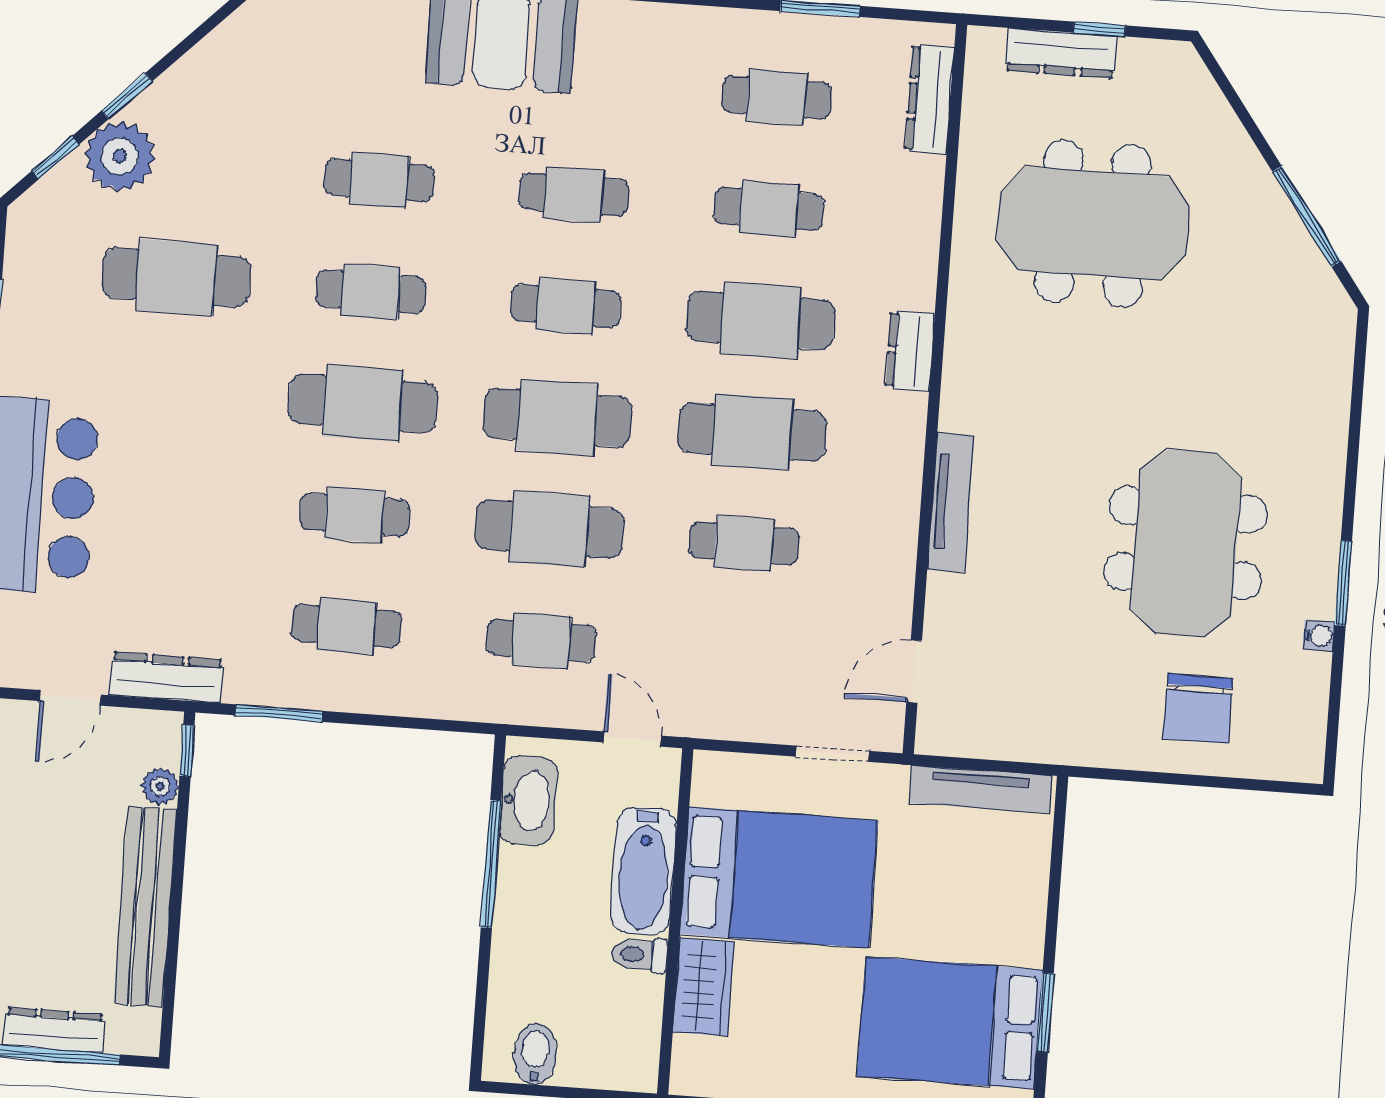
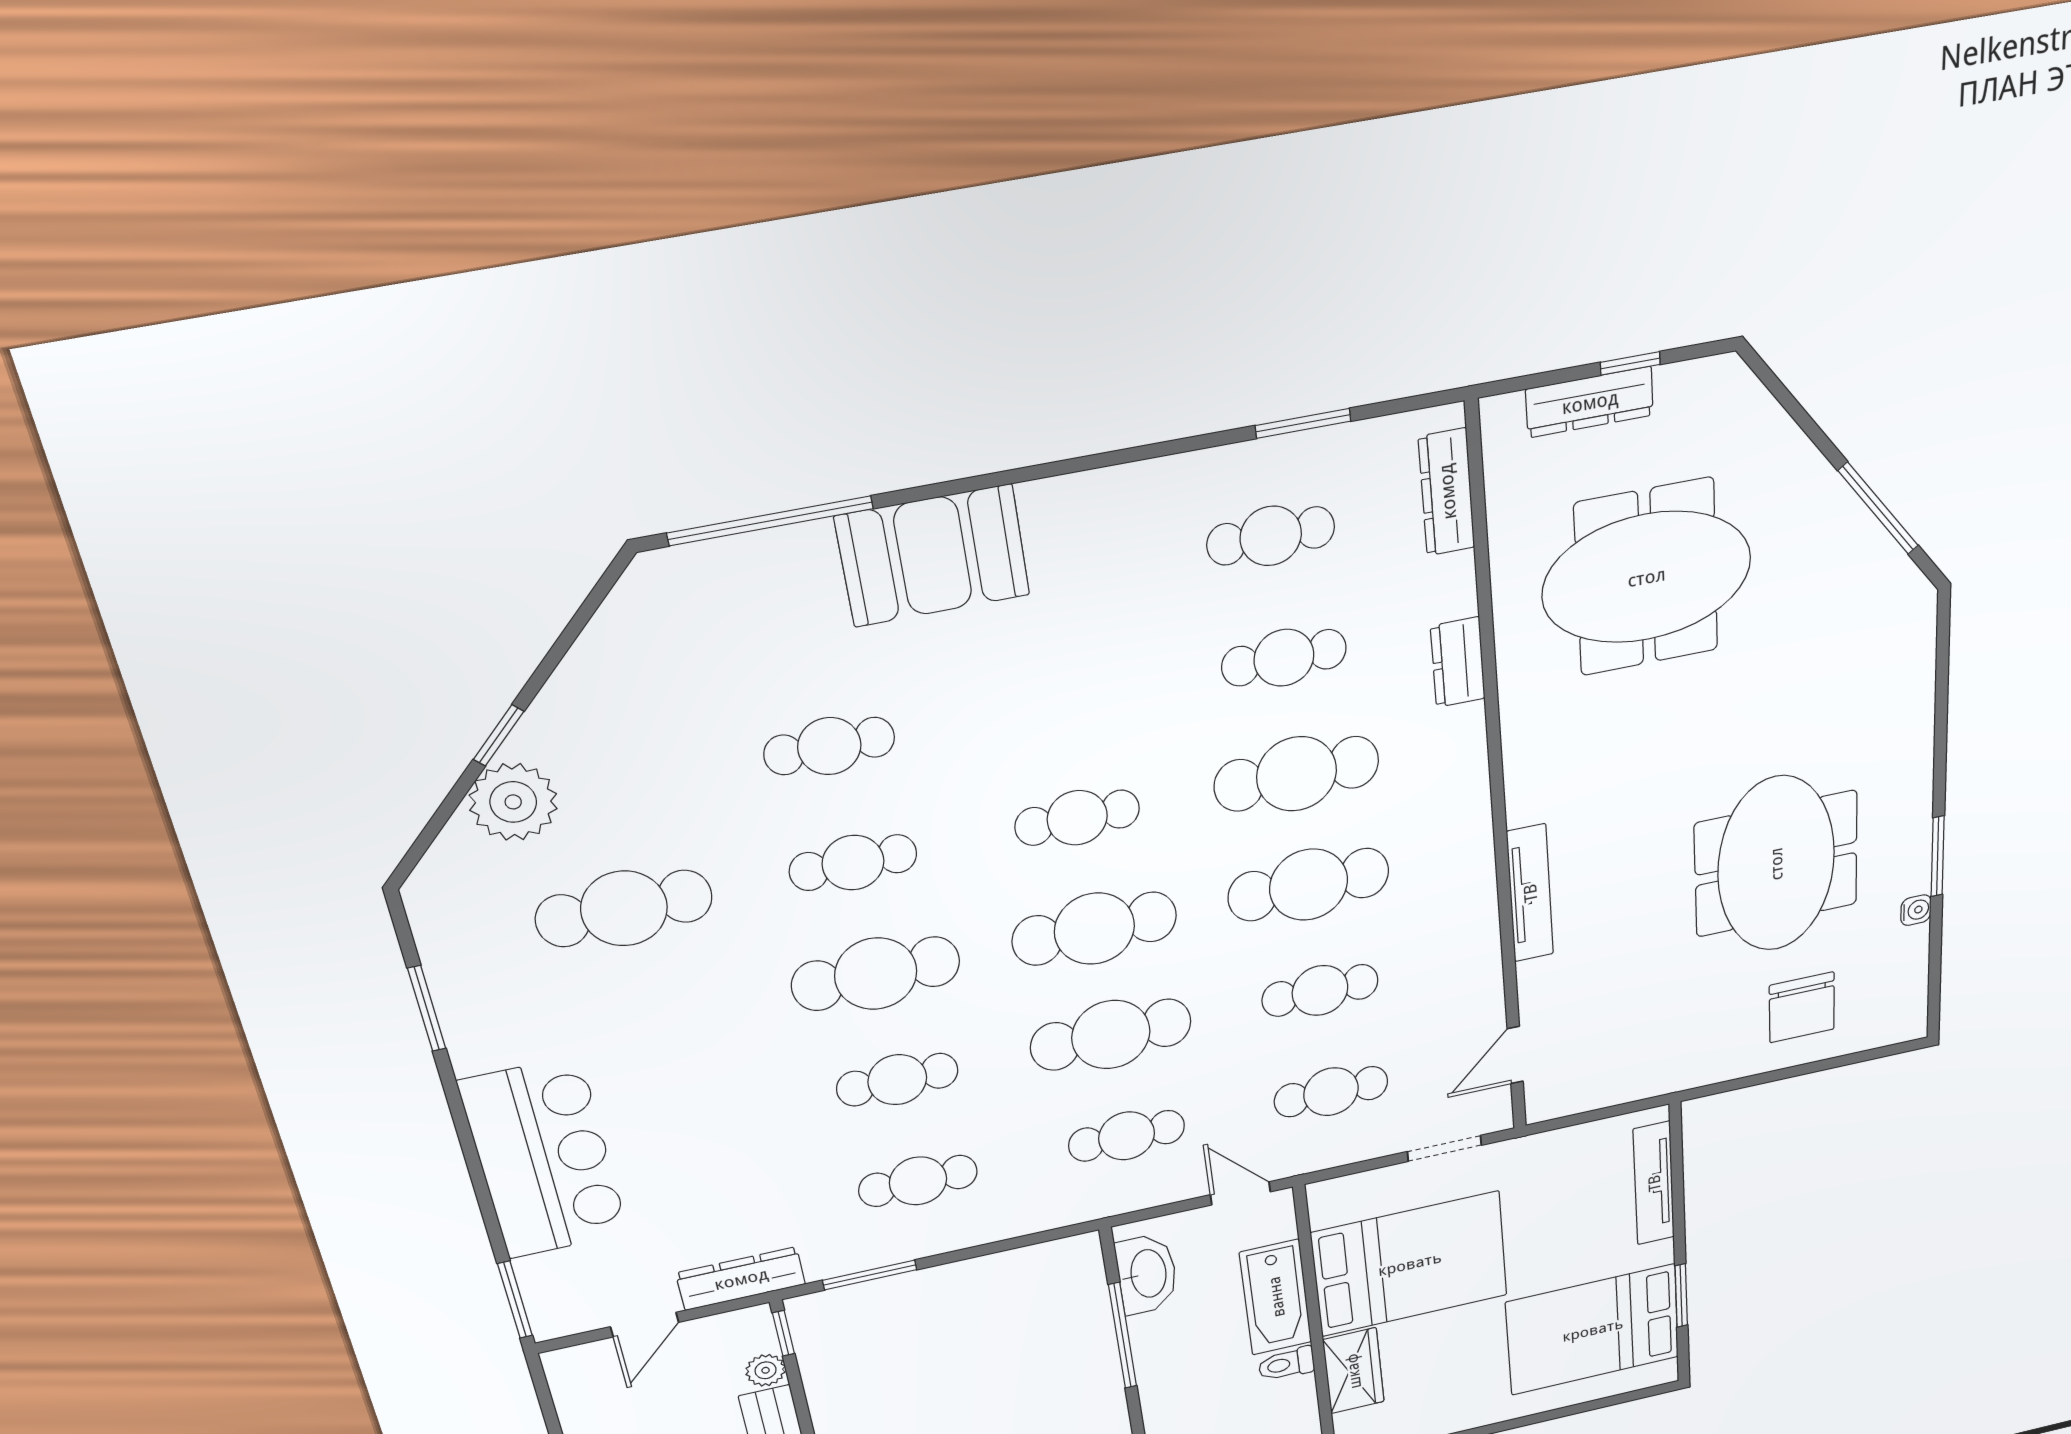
window: (55, 158) -> (436, 824), removed
cafe table: (574, 195) -> (1331, 1092), moved
dresser: (910, 351) -> (1458, 662), moved
tv unit: (981, 789) -> (1654, 1183), moved, turned 90

